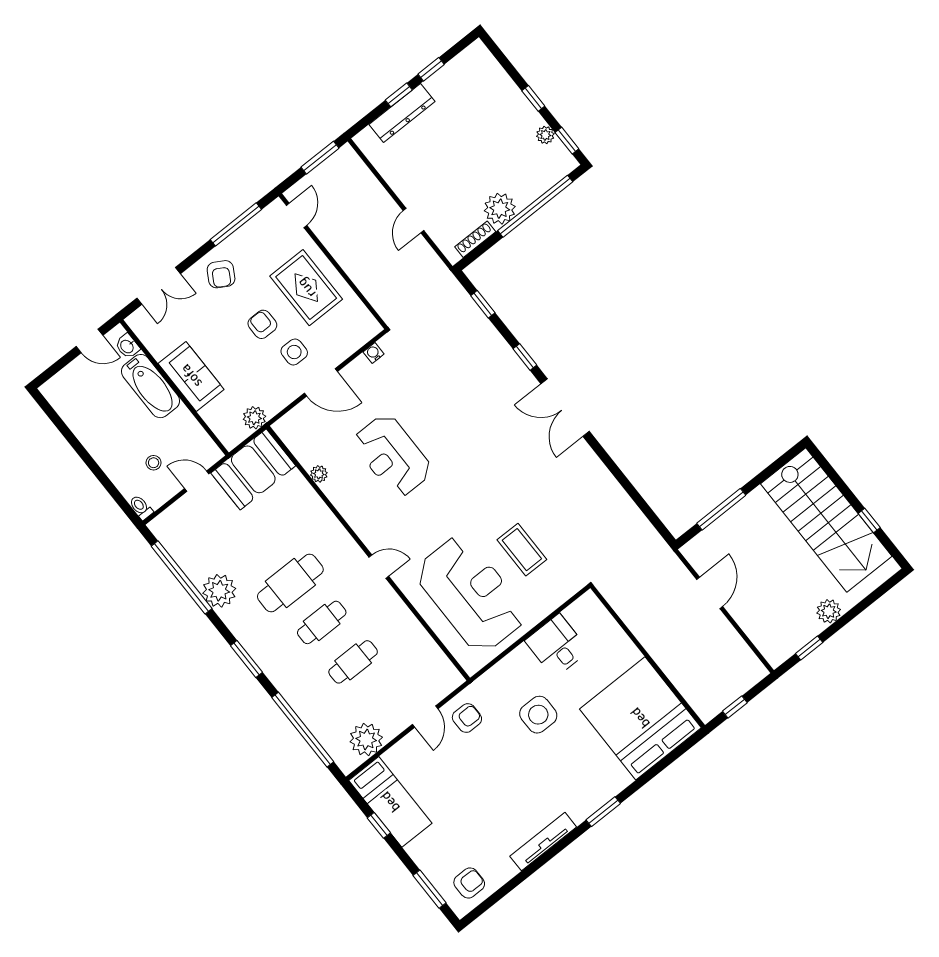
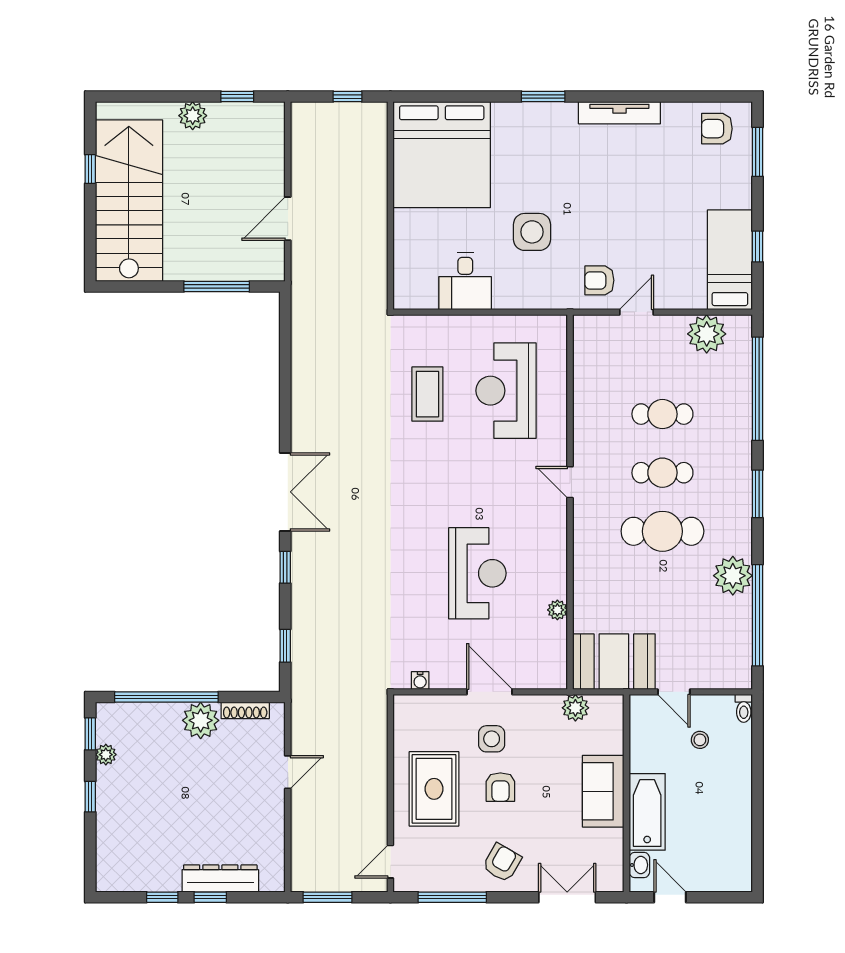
reception desk: (471, 594) -> (506, 391), width x0.74, depth x0.77

